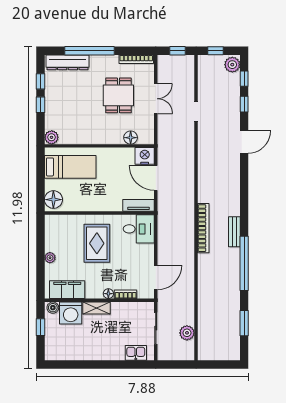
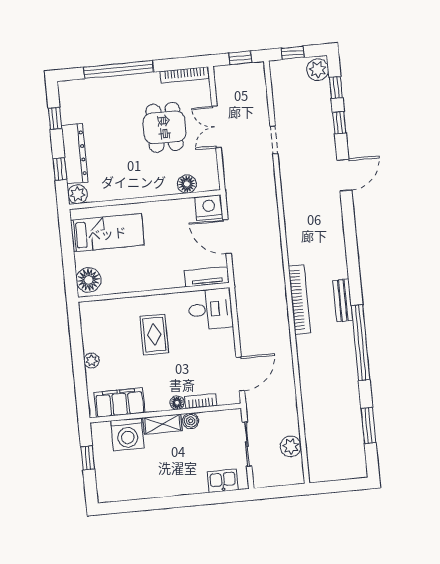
dresser: (68, 62) -> (75, 154), moved, turned -90
double door: (156, 99) -> (216, 127), swing flipped
window: (41, 105) -> (60, 169), moved
rug: (97, 243) -> (154, 335), width x0.73, depth x0.70
boiler: (53, 308) -> (191, 421), moved

